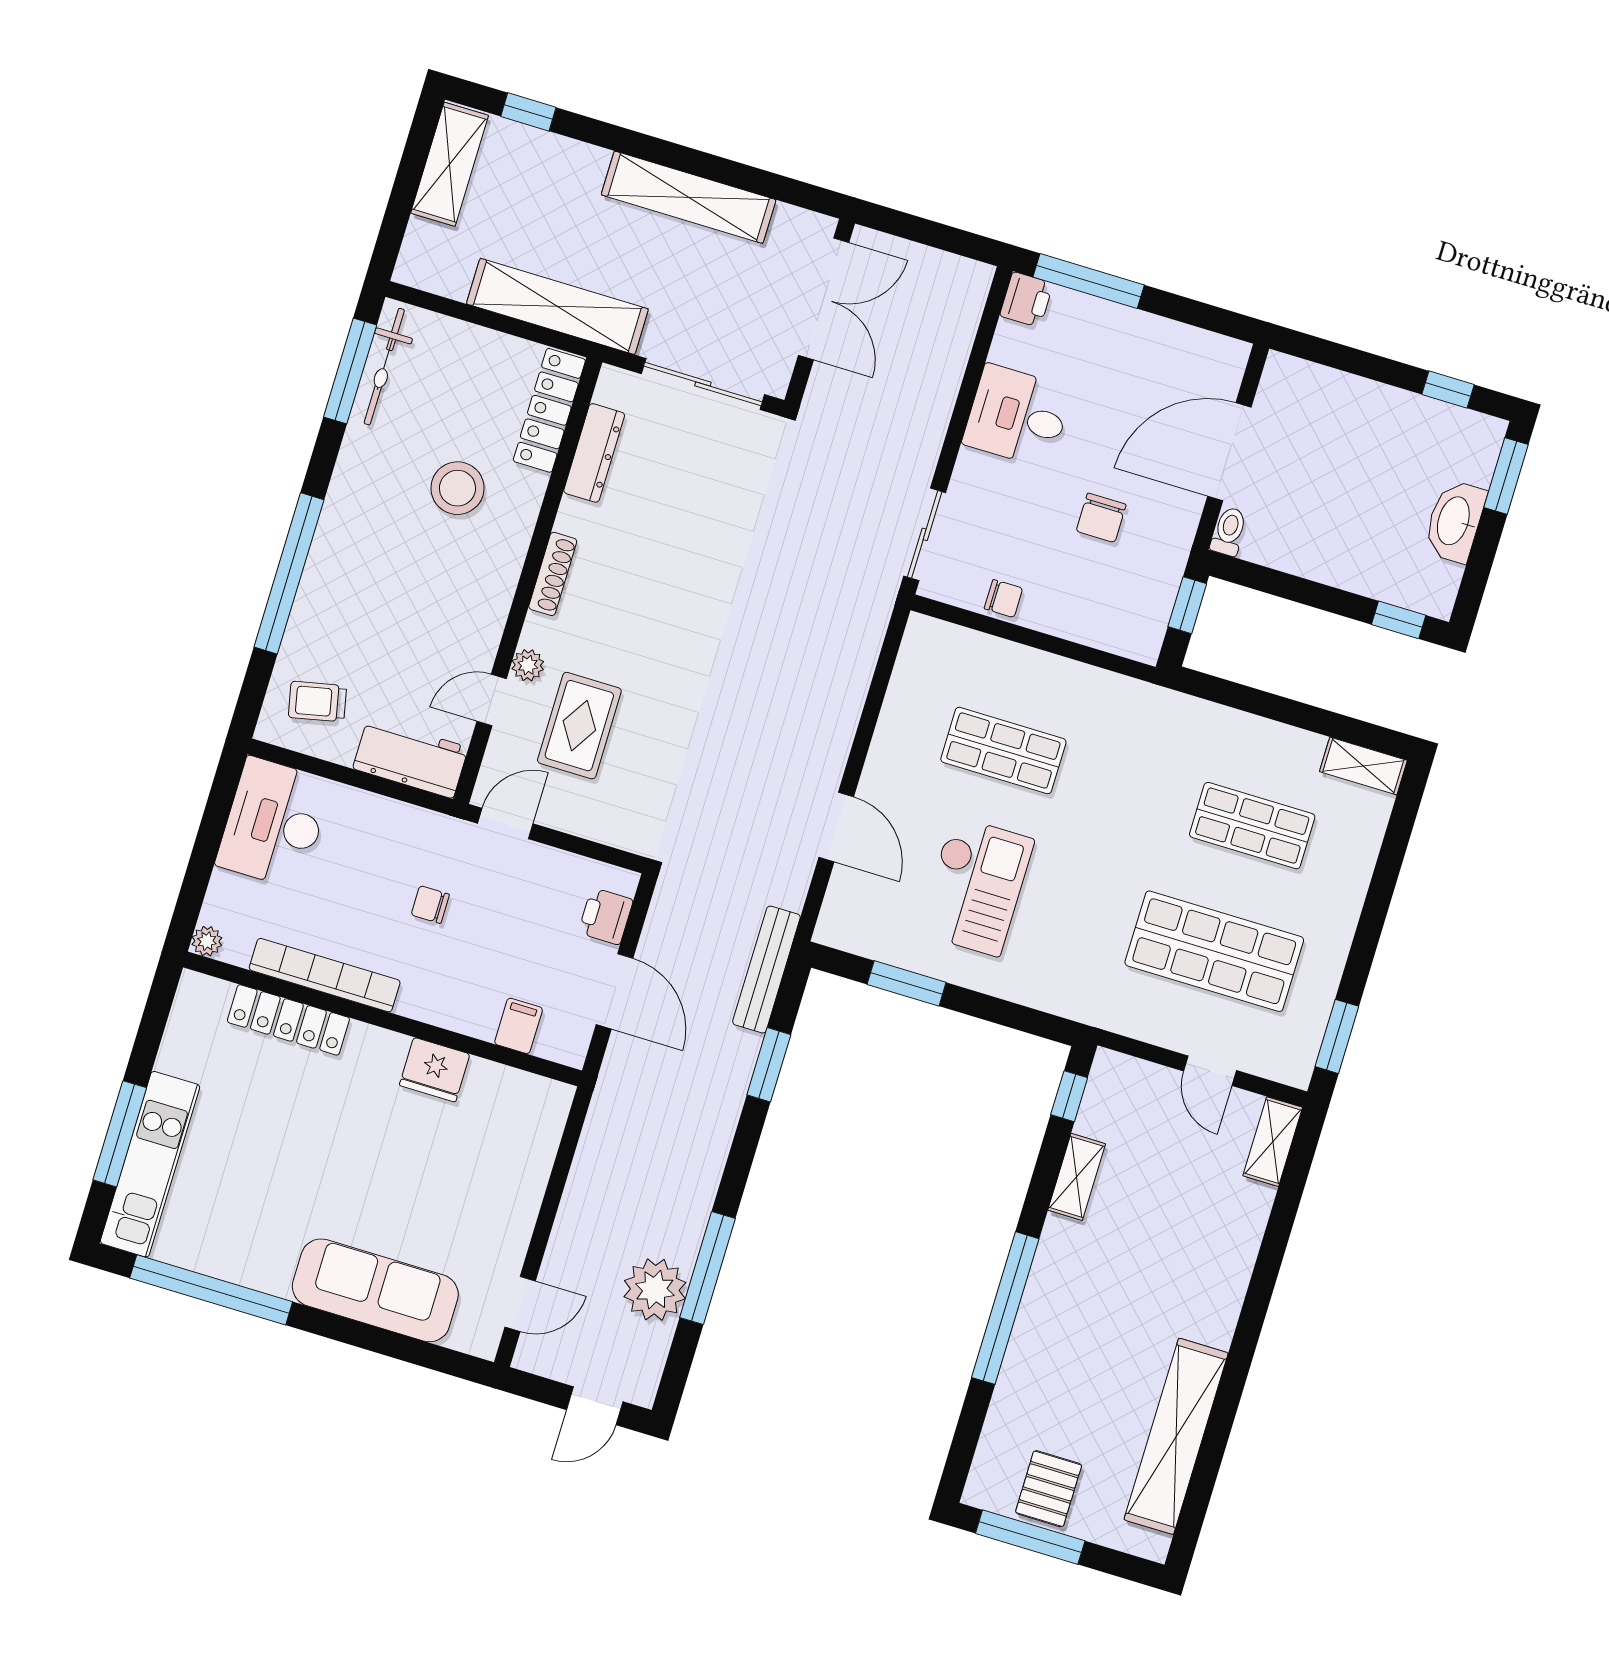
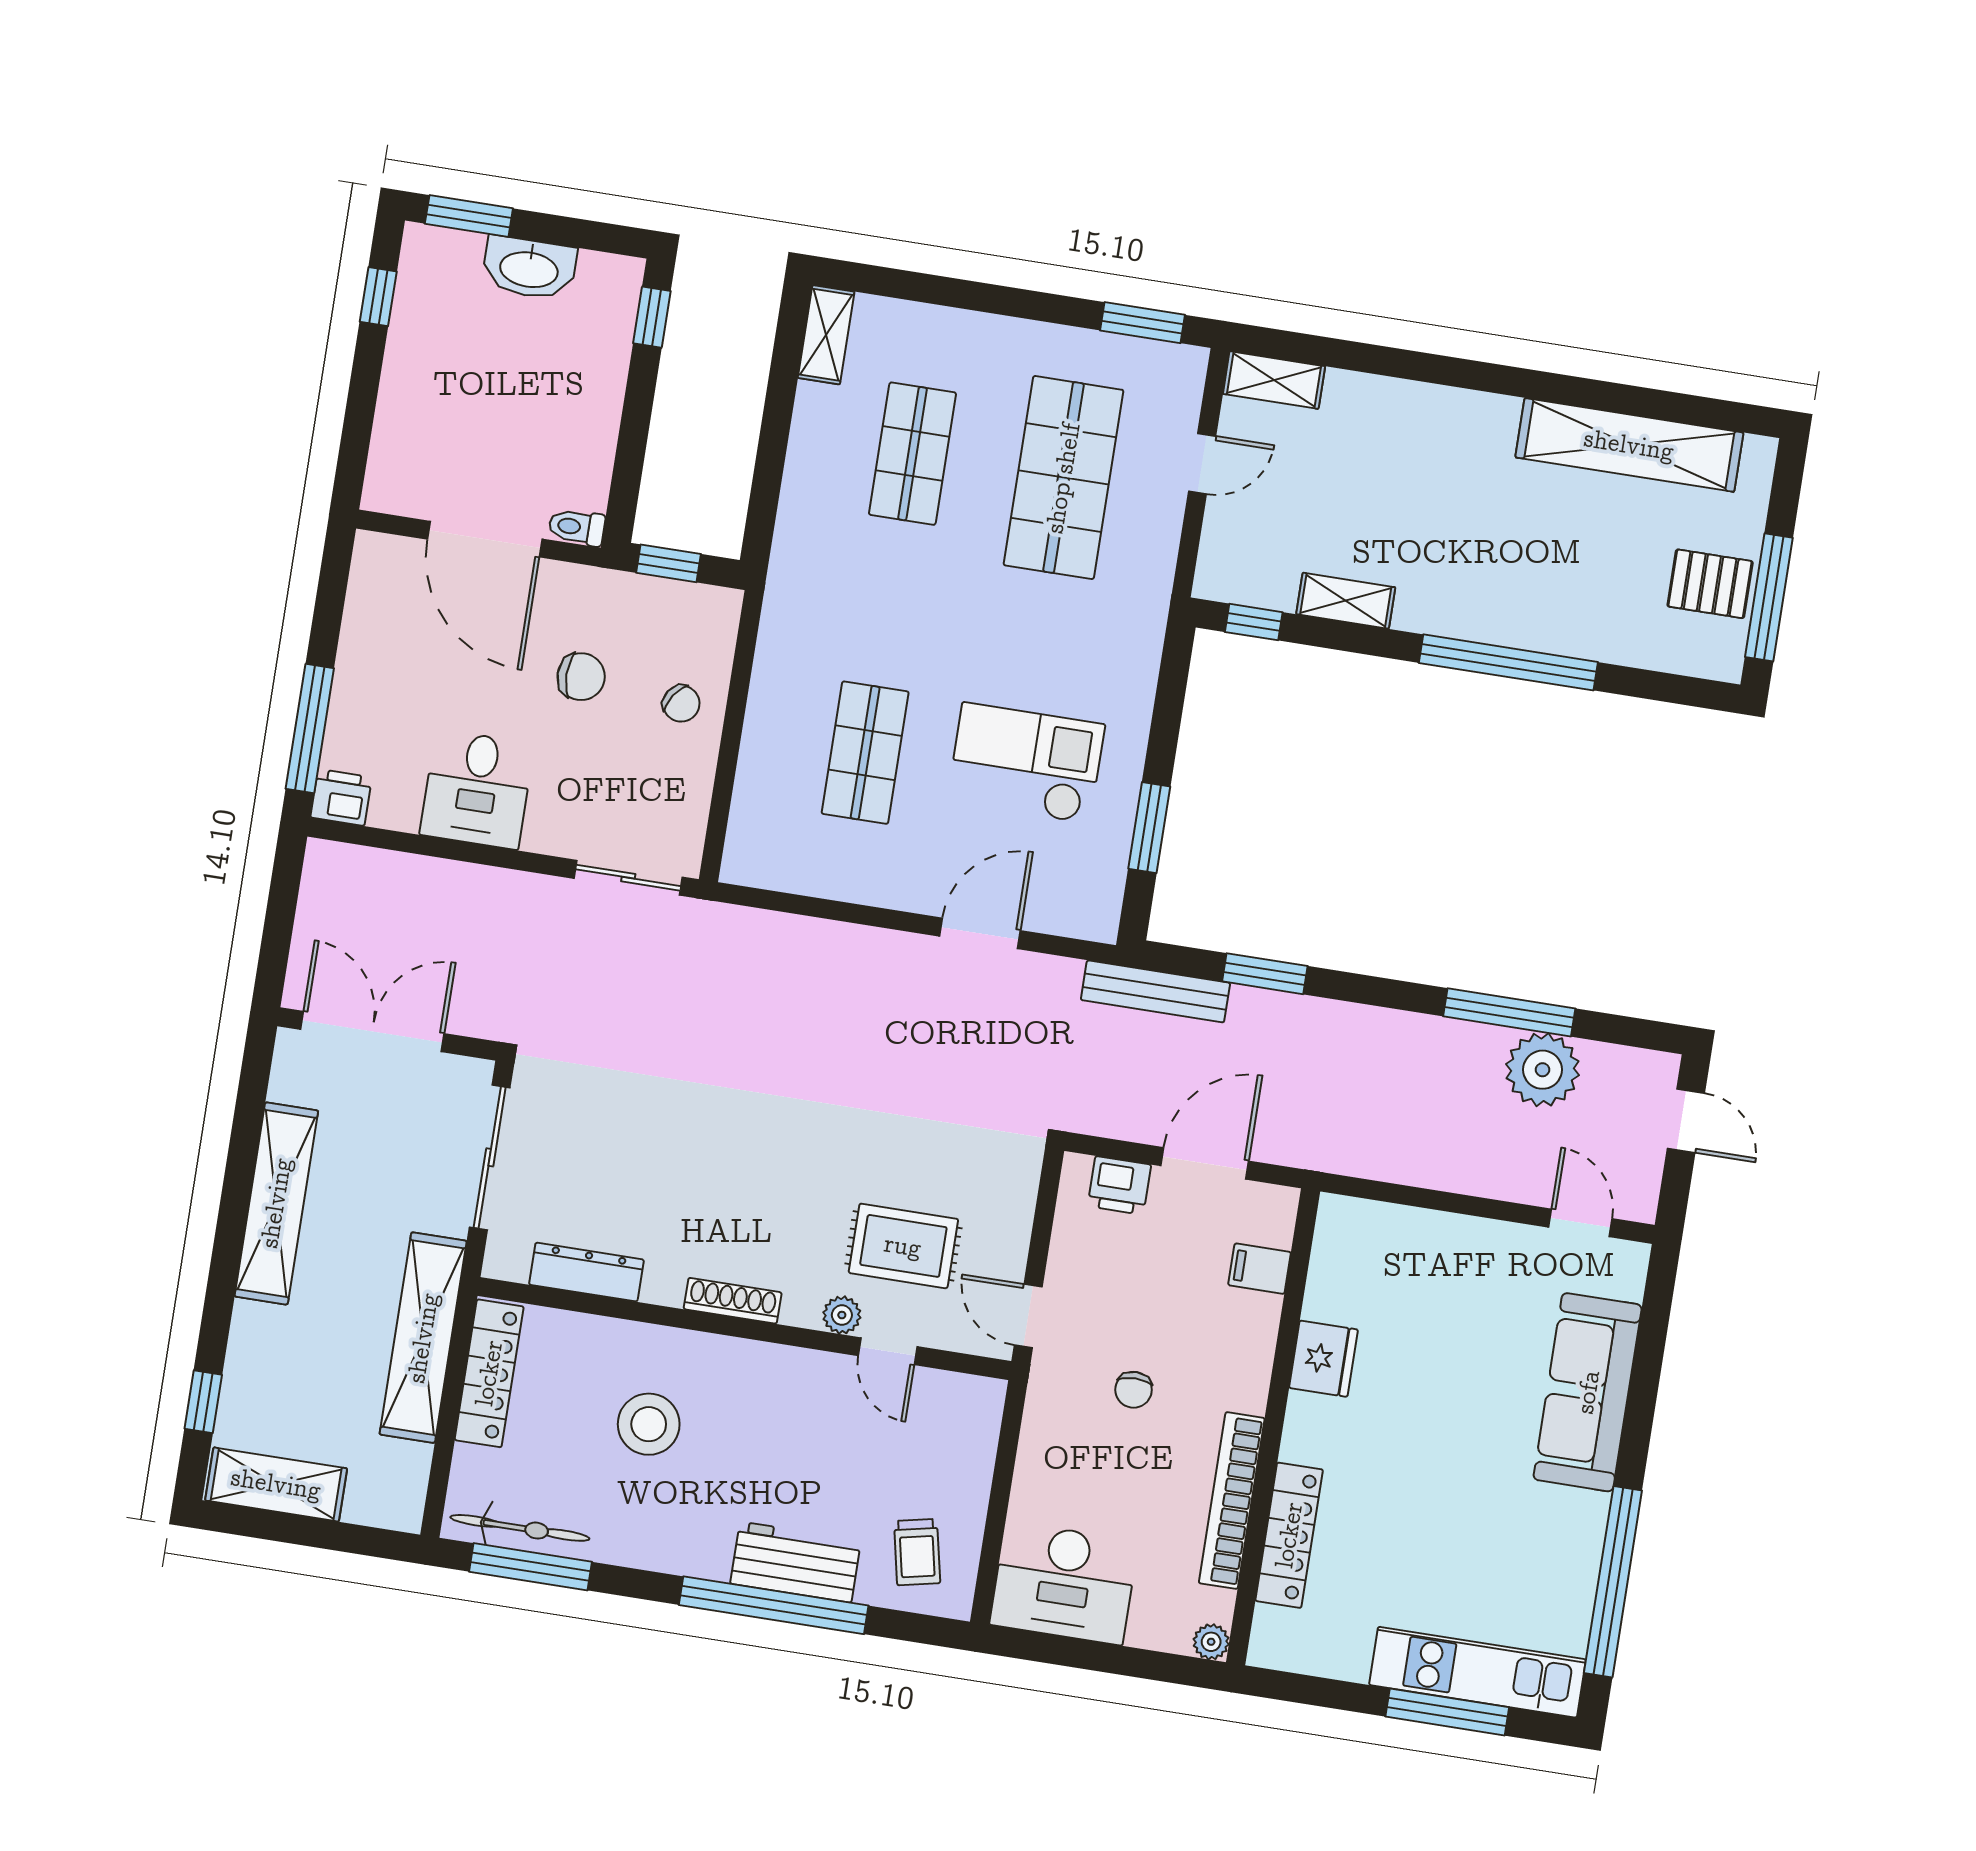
locker: (549, 410) -> (489, 1373), moved, turned -90
chair: (1003, 598) -> (681, 704), moved, turned 124
workbench: (411, 758) -> (796, 1562), moved, turned 90

